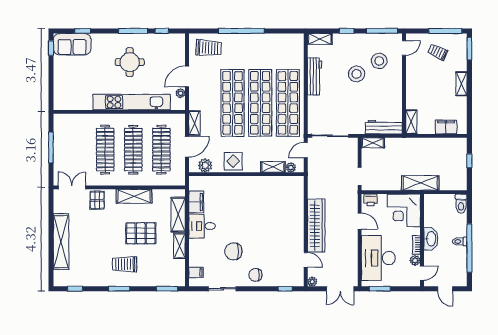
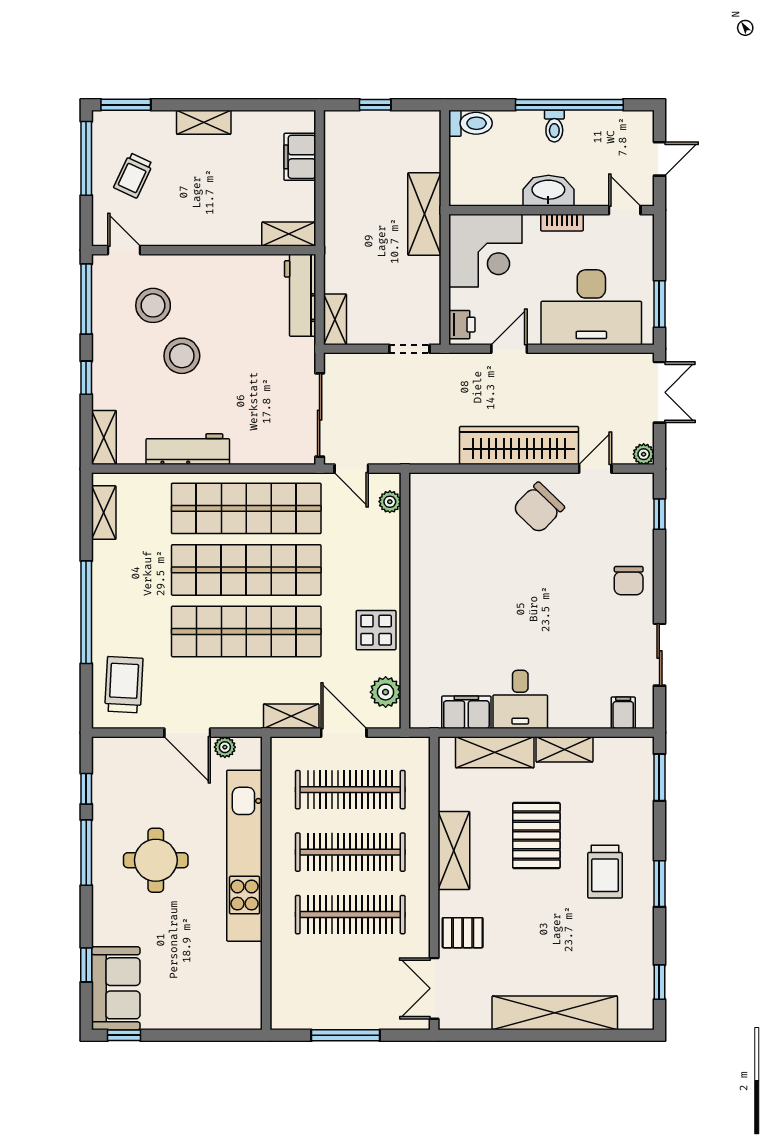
shelving: (273, 167) -> (104, 513), moved
chair: (233, 251) -> (539, 508), moved, turned 44
plant: (415, 260) -> (597, 225), removed

